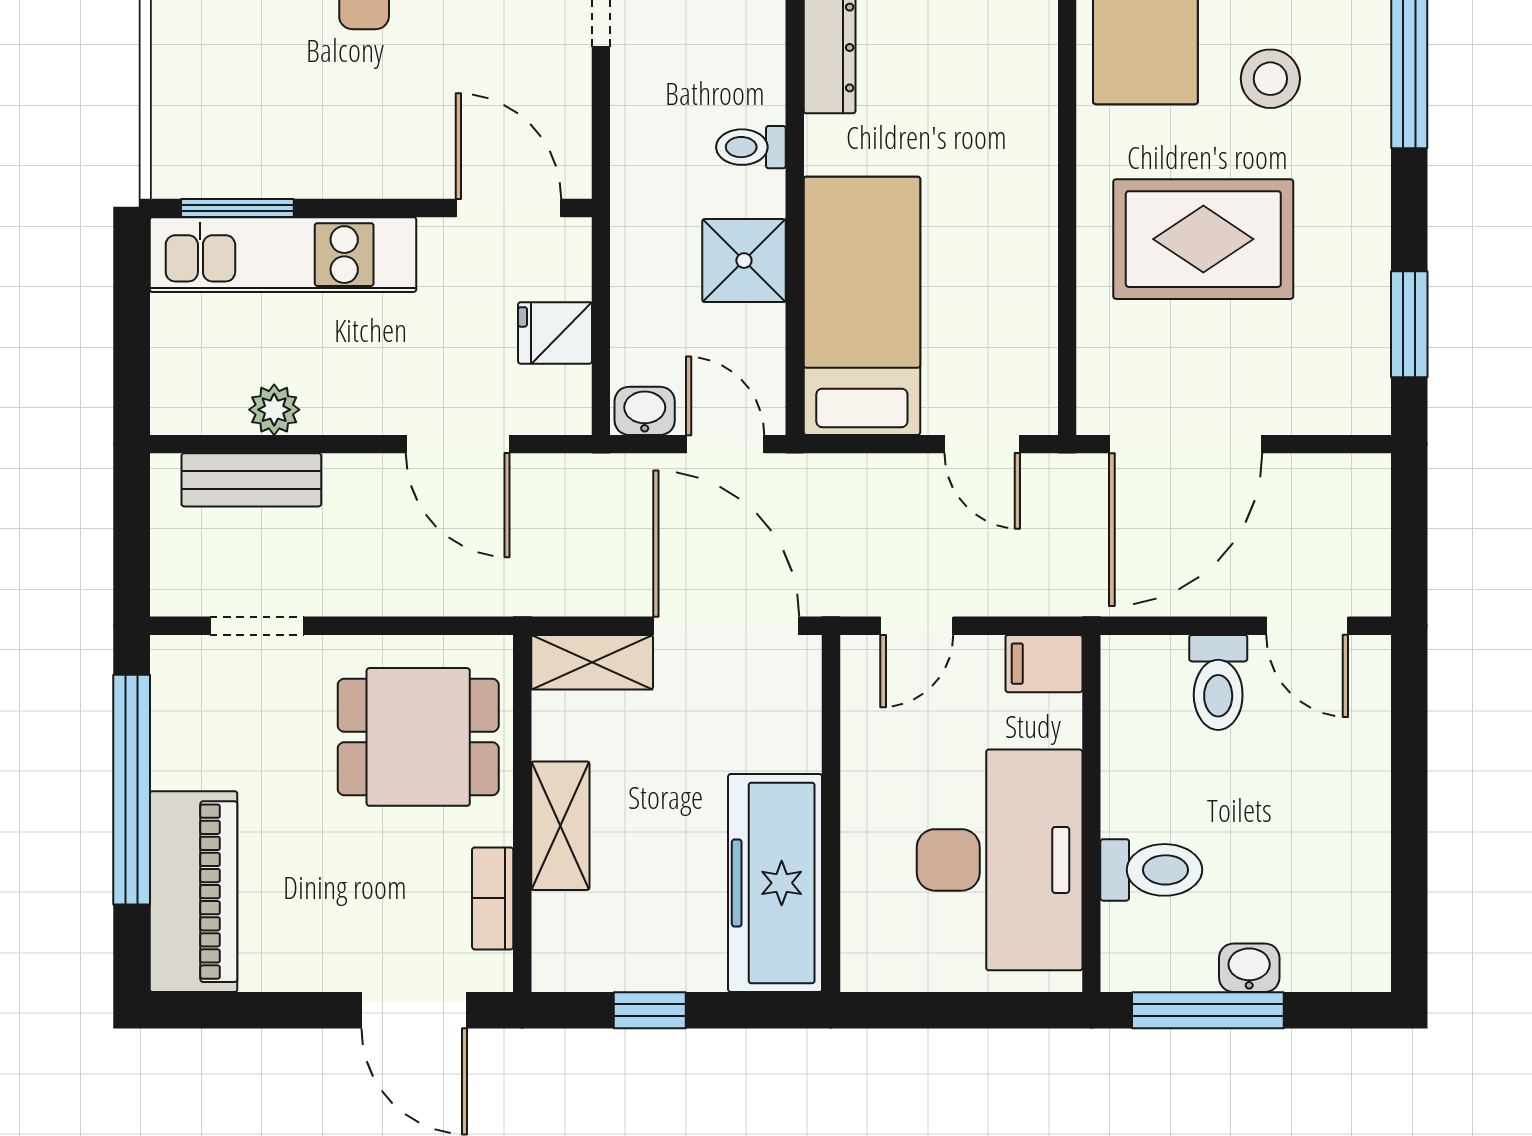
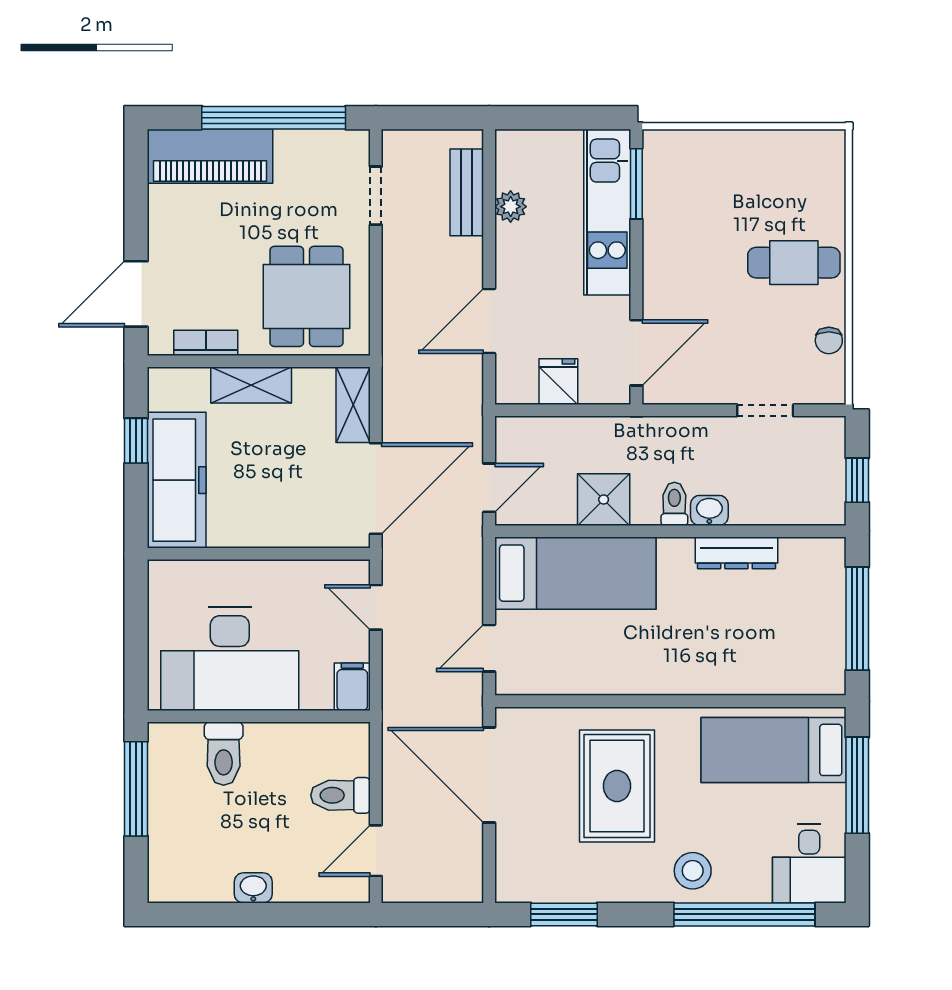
stool: (1270, 79) -> (693, 871), moved
washbasin: (645, 411) -> (709, 510), moved, turned -90
freezer: (775, 883) -> (177, 480), moved, turned 90
washbasin: (1249, 968) -> (253, 888), moved, turned -90

